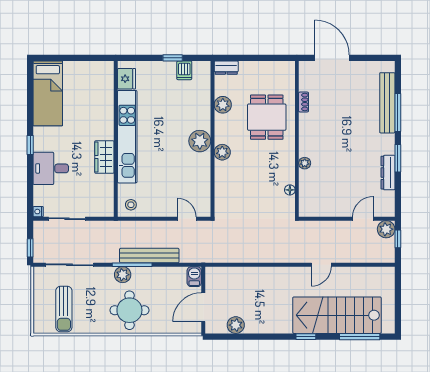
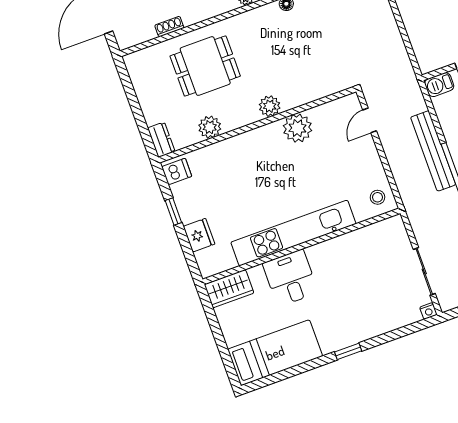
dishwasher: (184, 70) -> (177, 171), moved
fridge: (127, 79) -> (199, 235), moved, turned 90
plant: (200, 141) -> (297, 128), moved
wardrobe: (104, 157) -> (229, 289), moved
desk: (51, 168) -> (290, 278), moved, turned 180

